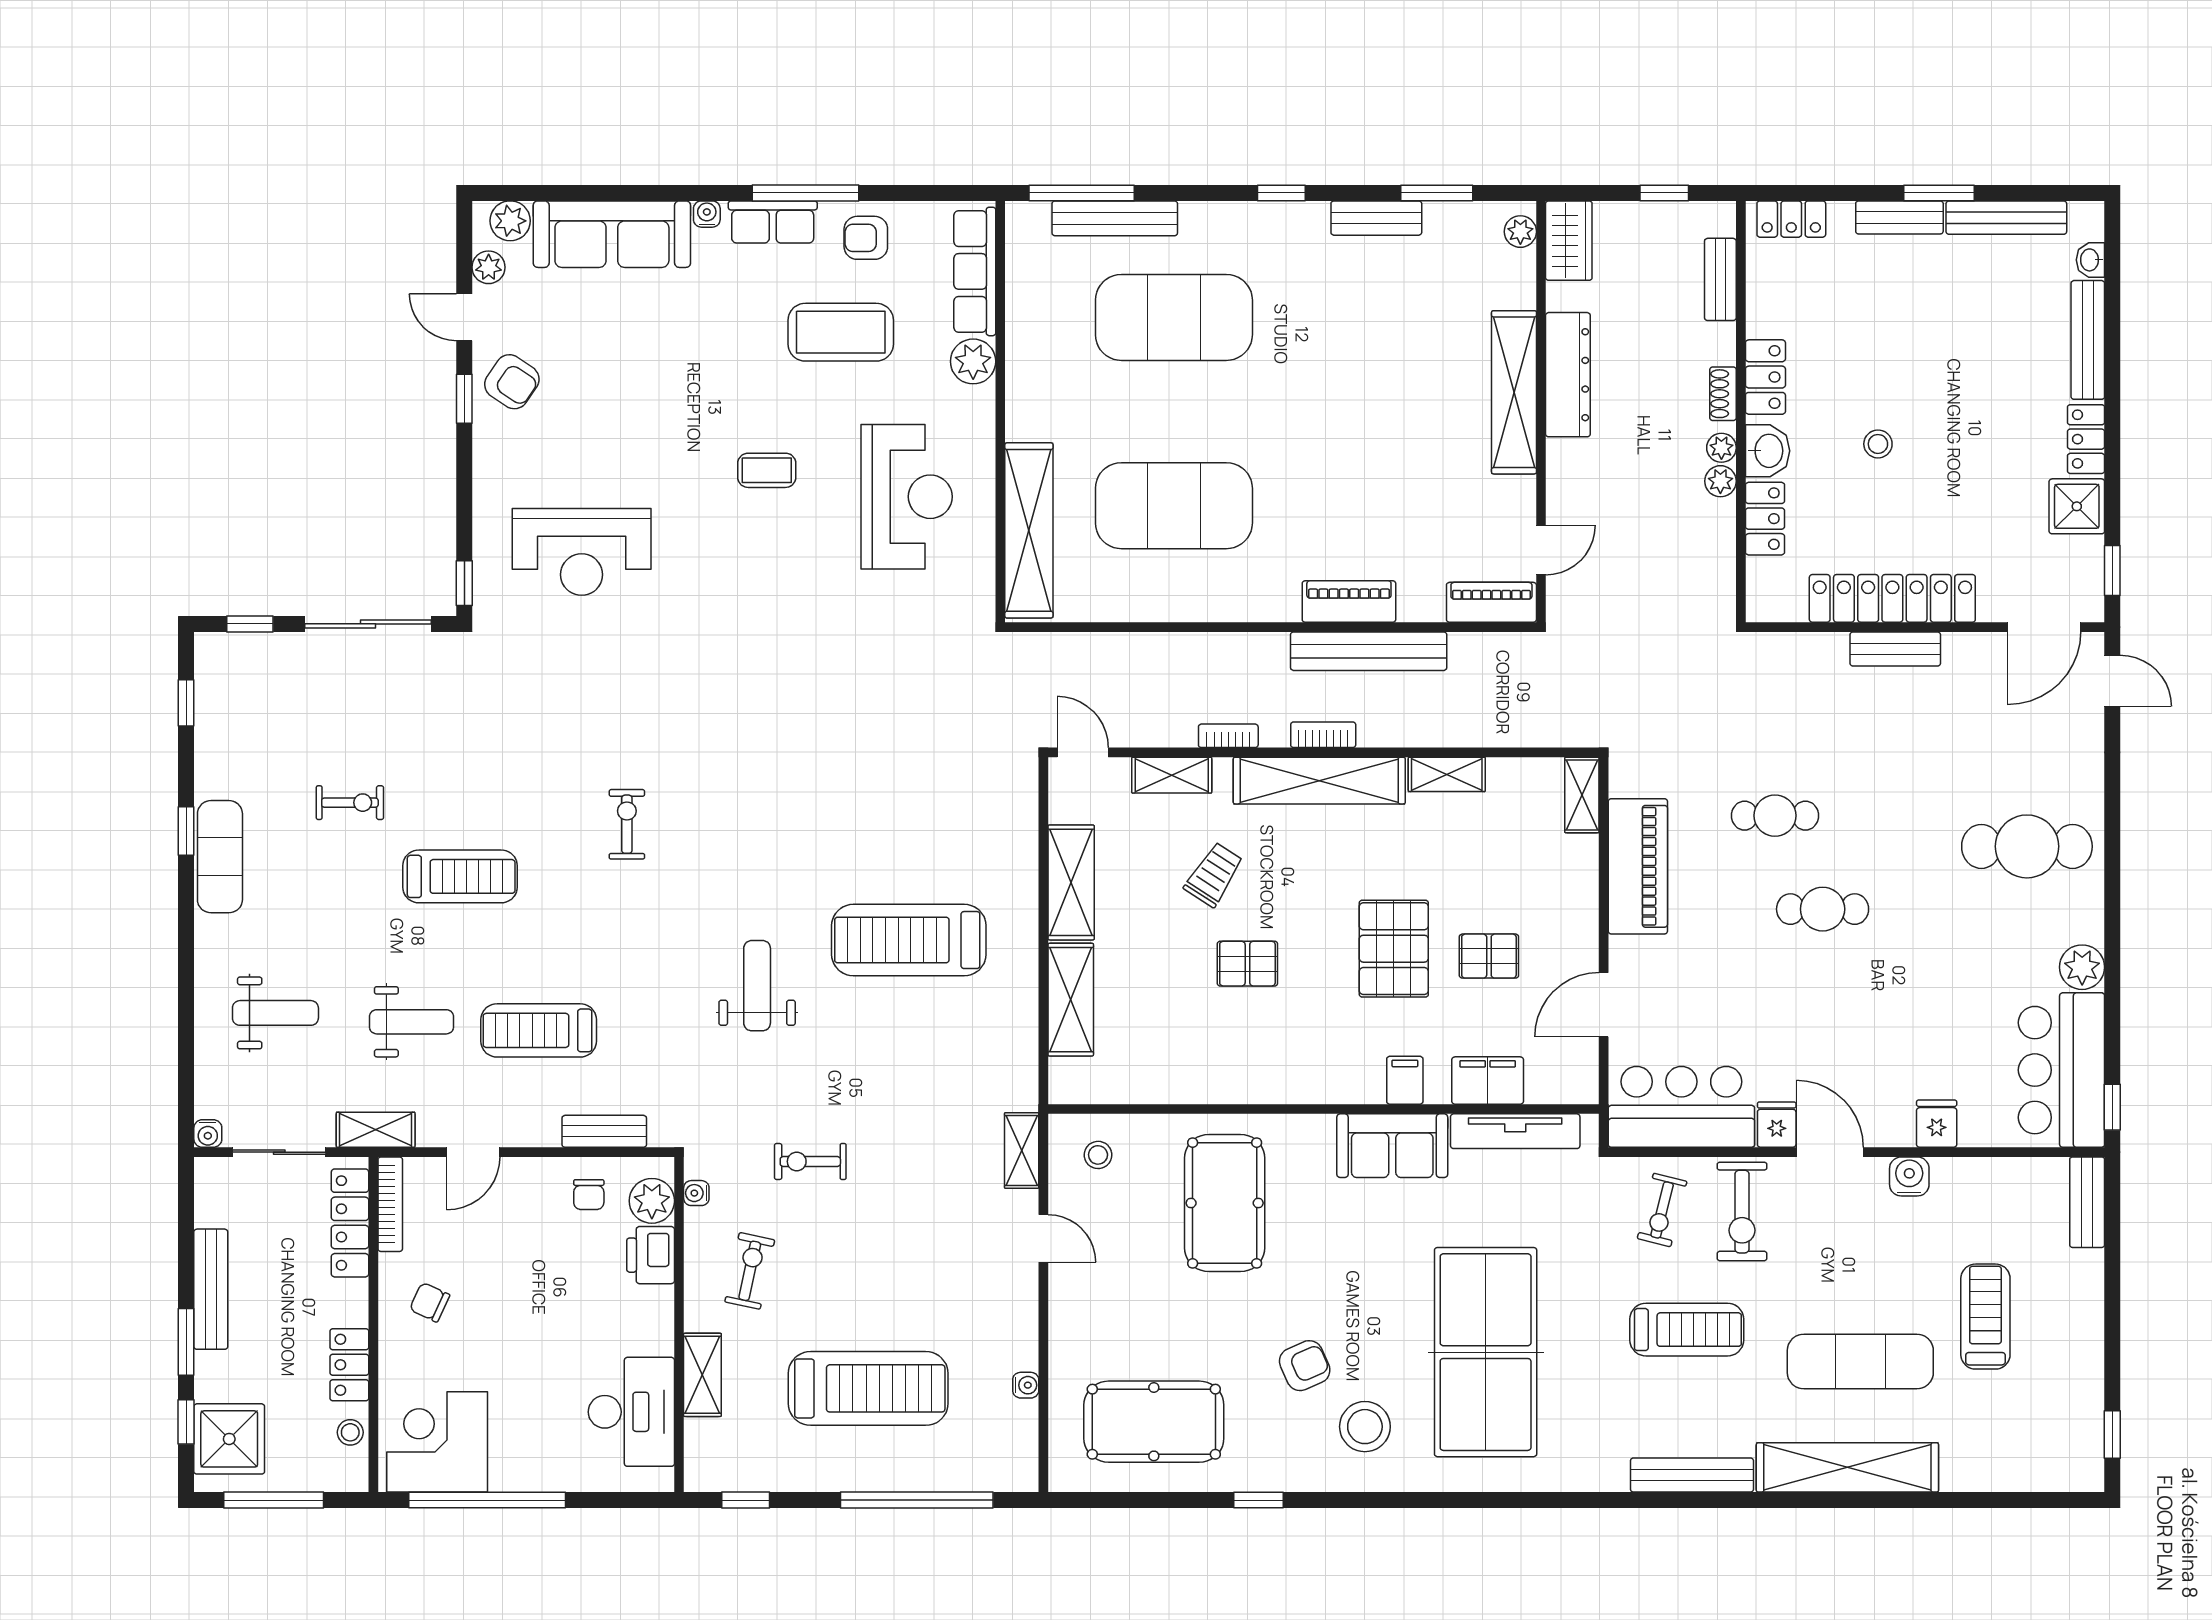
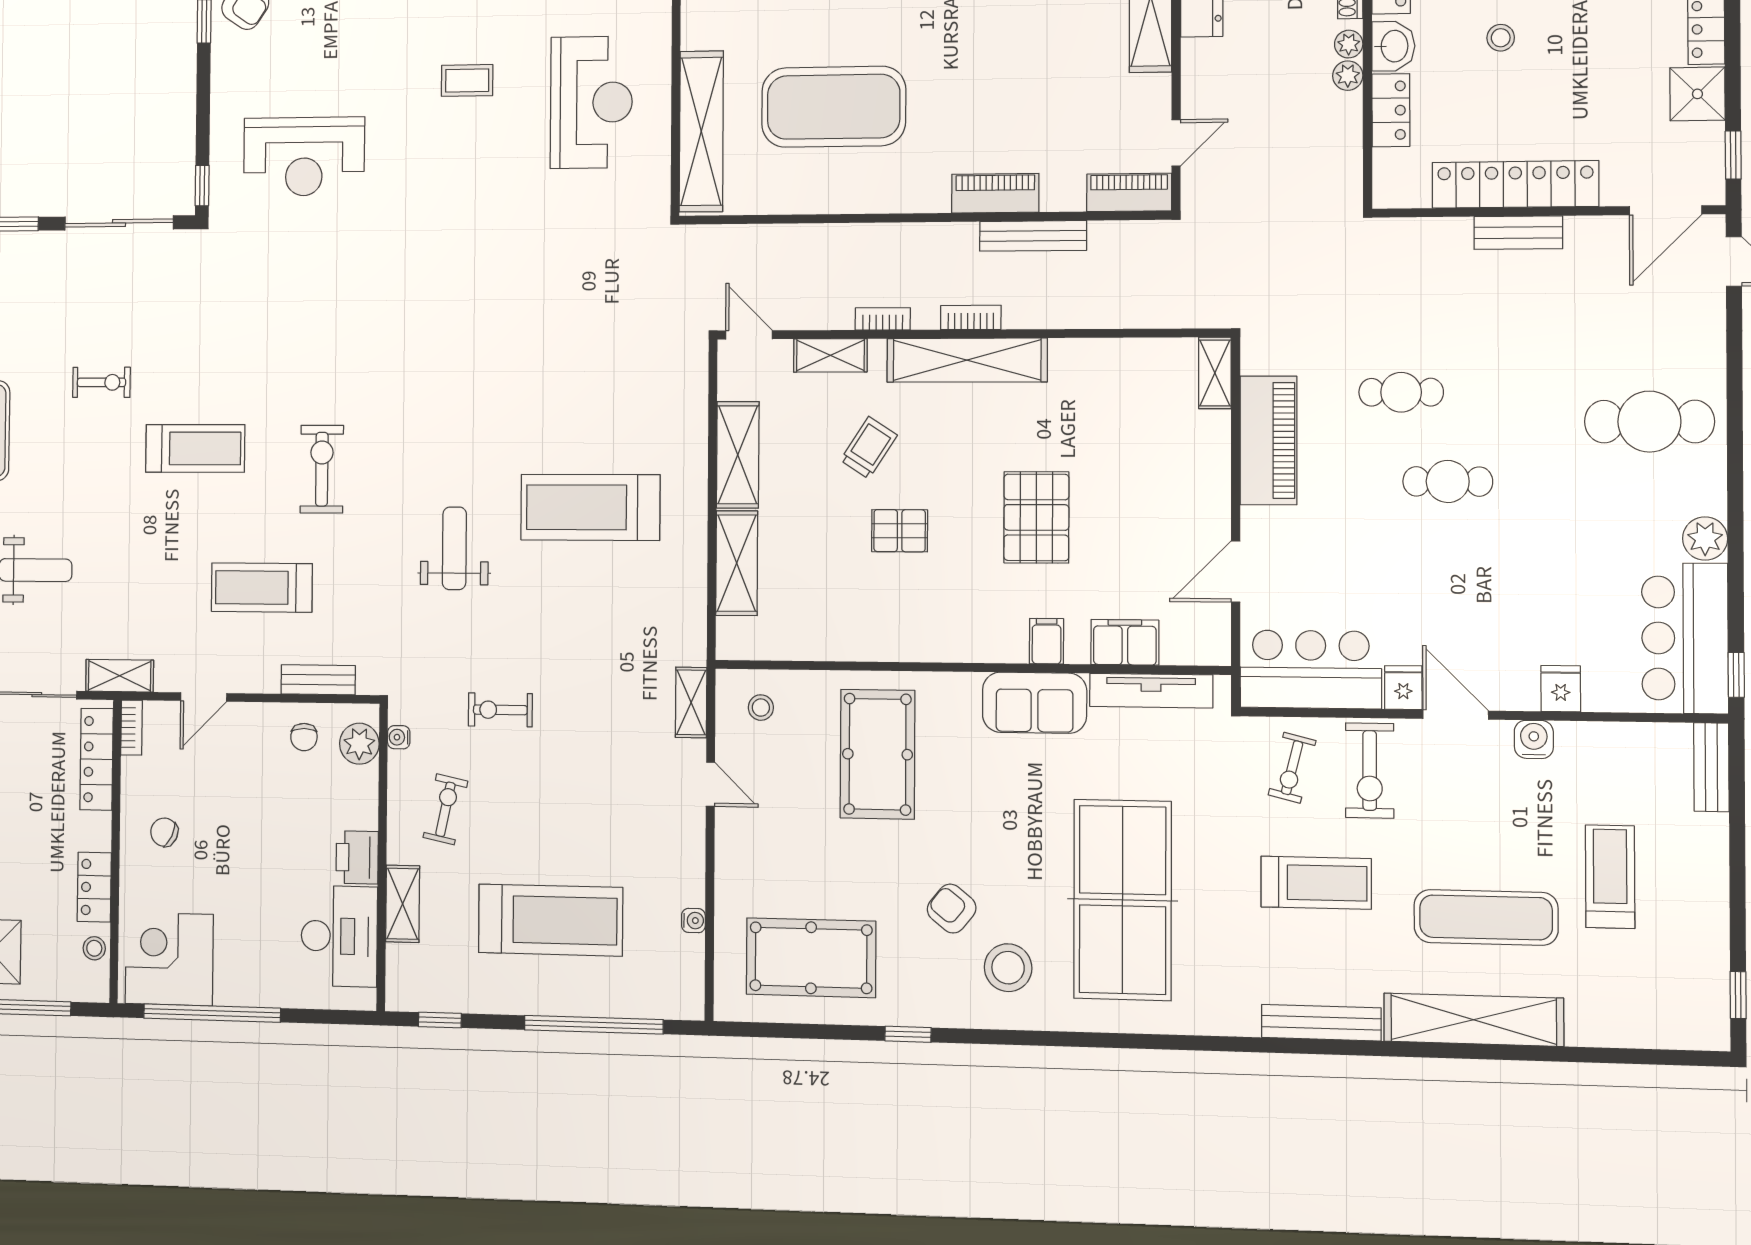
bench: (1369, 651) -> (1033, 236), width x0.73, depth x0.82
shelving: (1447, 774) -> (1087, 354), removed
exercise bike: (627, 824) -> (322, 469), moved, width x1.38, depth x1.39
pallet: (1489, 956) -> (1126, 525), removed
weight bench: (411, 1022) -> (152, 579), removed
bookcase: (390, 1204) -> (132, 728), width x0.64
printer: (651, 1255) -> (357, 857), moved
armchair: (1305, 1366) -> (952, 909), turned -117

